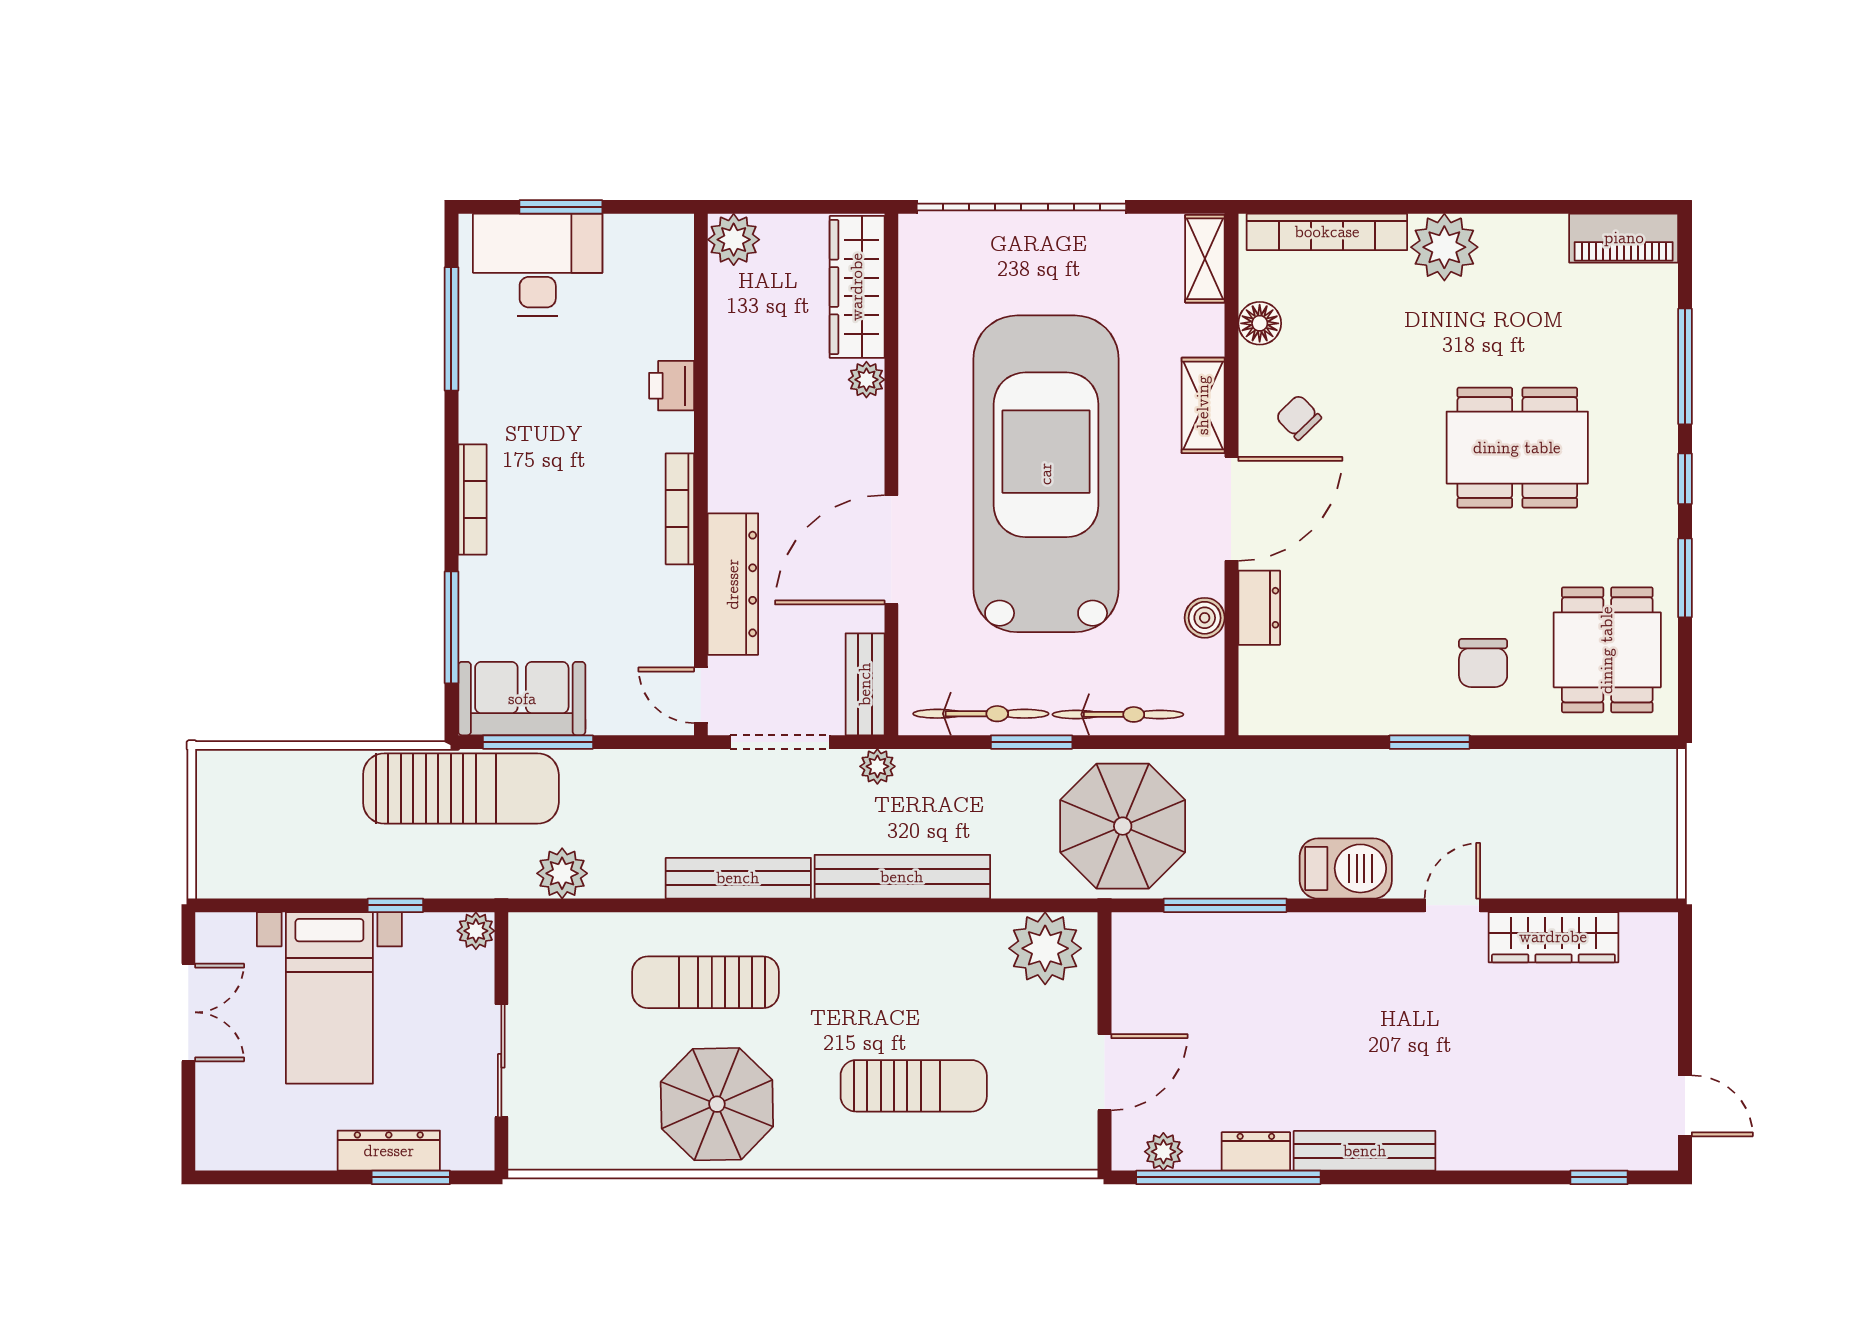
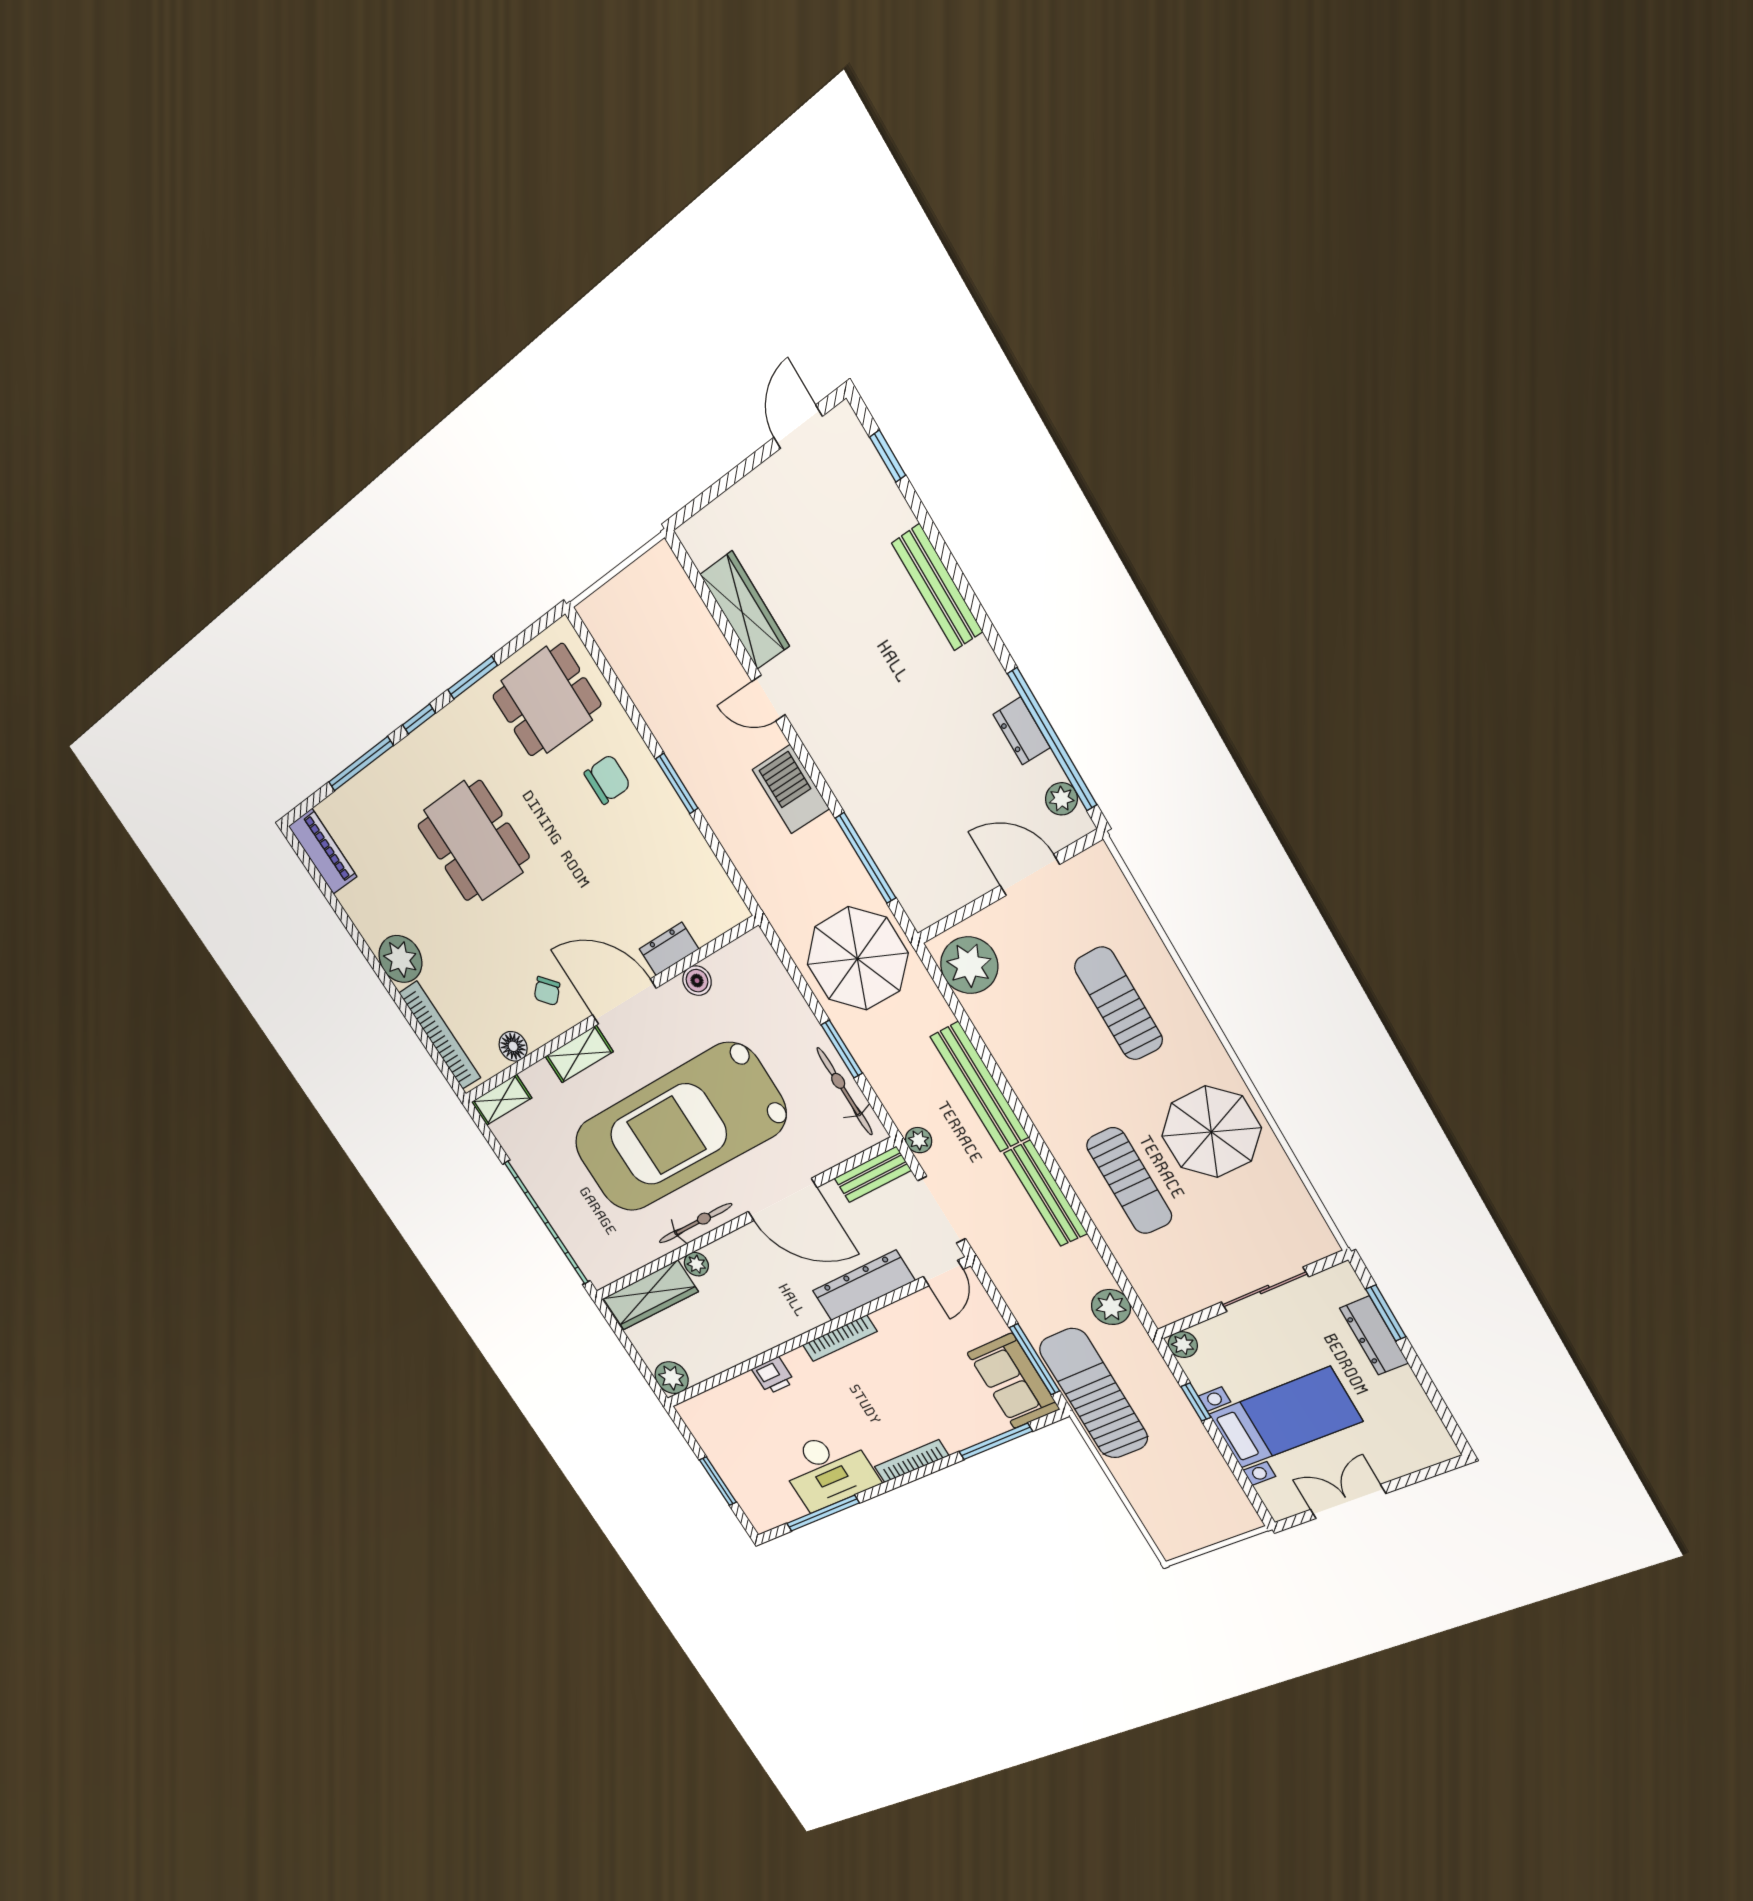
desk: (538, 265) -> (828, 1470), moved, turned -90
bicycle: (1118, 714) -> (695, 1223), moved, turned 90
bench: (1365, 1151) -> (937, 588), moved

